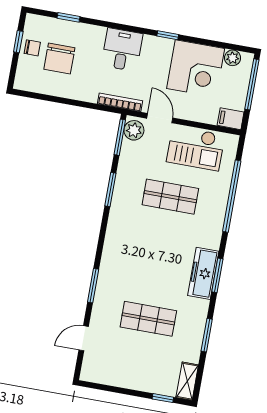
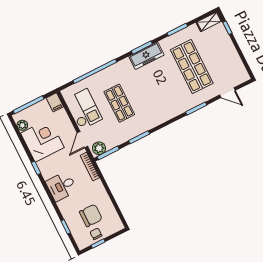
shop shelf: (148, 319) -> (192, 66), width x1.43, depth x1.36

